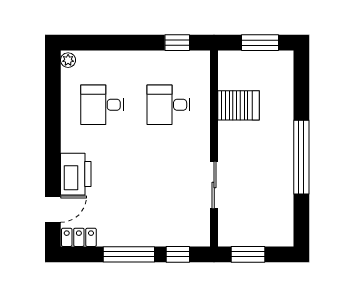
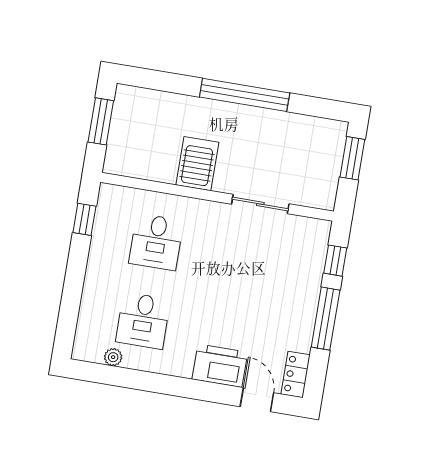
plant: (68, 60) -> (113, 357), moved
server rack: (238, 105) -> (197, 164), moved
window: (248, 254) -> (352, 158), moved

